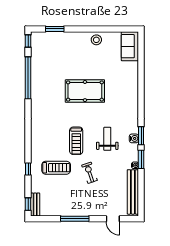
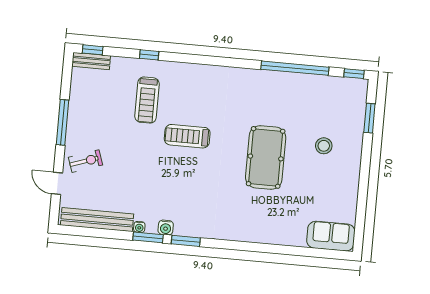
stool: (96, 40) -> (324, 146), moved
water cooler: (134, 138) -> (166, 228), moved
weight bench: (107, 139) -> (186, 186), removed
exercise bike: (90, 173) -> (86, 161), moved
door: (113, 219) -> (57, 183), hinge flipped

